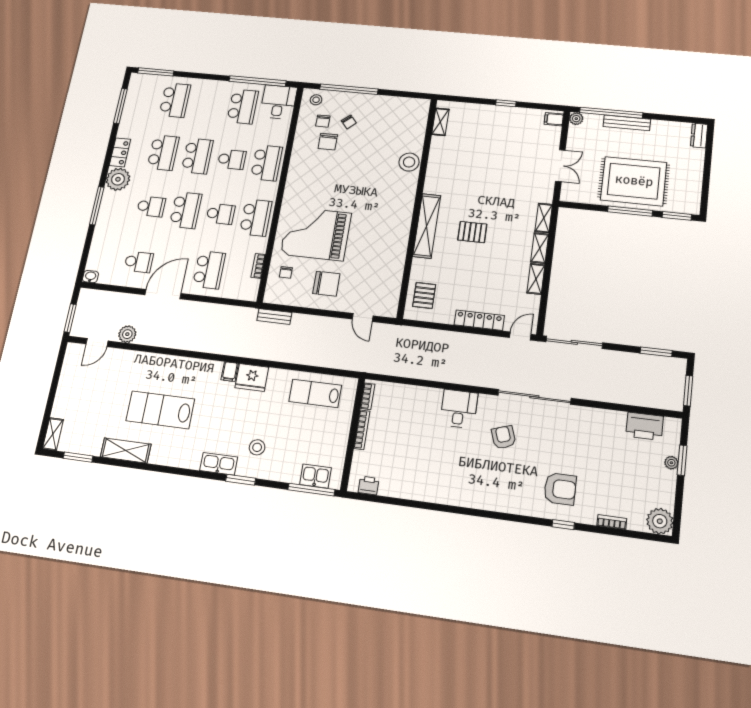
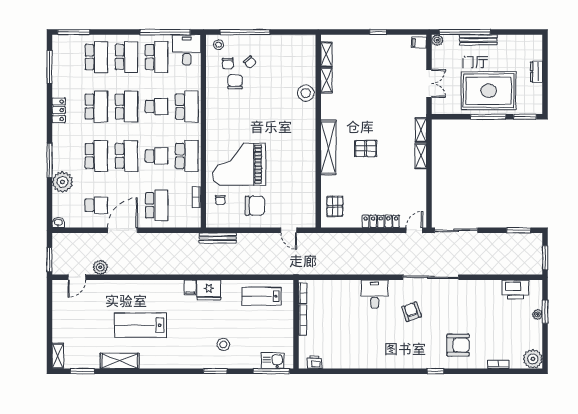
school desk: (209, 103) -> (126, 57), added
dresser: (699, 135) -> (536, 72), moved
chair: (328, 142) -> (235, 82), turned 180
plant: (118, 179) -> (62, 182), moved
school desk: (151, 206) -> (96, 156), width x1.85
shelving: (536, 279) -> (326, 80), moved
bench: (274, 317) -> (218, 238), width x1.36
kitchen sink: (219, 464) -> (196, 361), removed
window: (563, 525) -> (435, 371), moved

